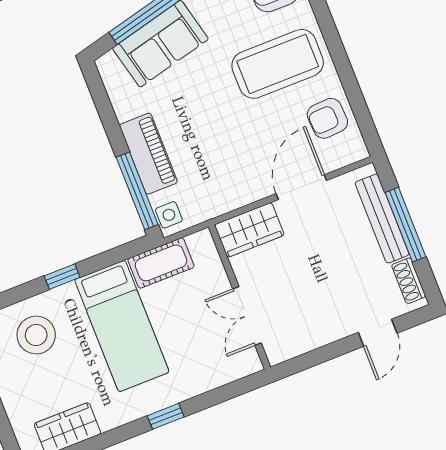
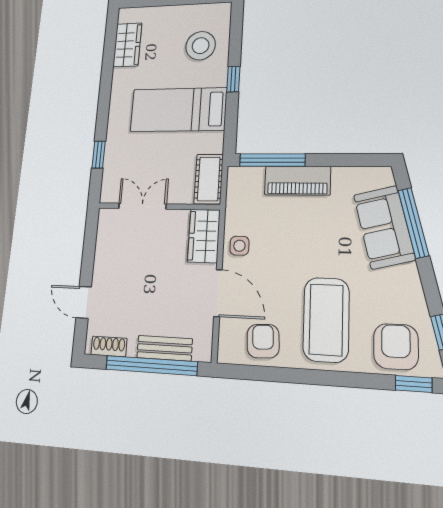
side table: (169, 215) -> (239, 246), moved
bench: (382, 219) -> (165, 348), width x0.73
window: (405, 225) -> (151, 366), width x1.46
cot: (161, 263) -> (209, 179), moved
window: (166, 416) -> (99, 155), moved

